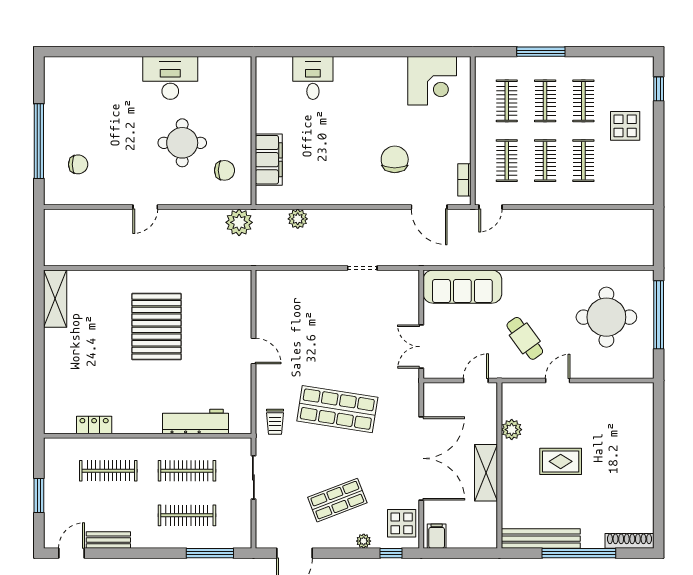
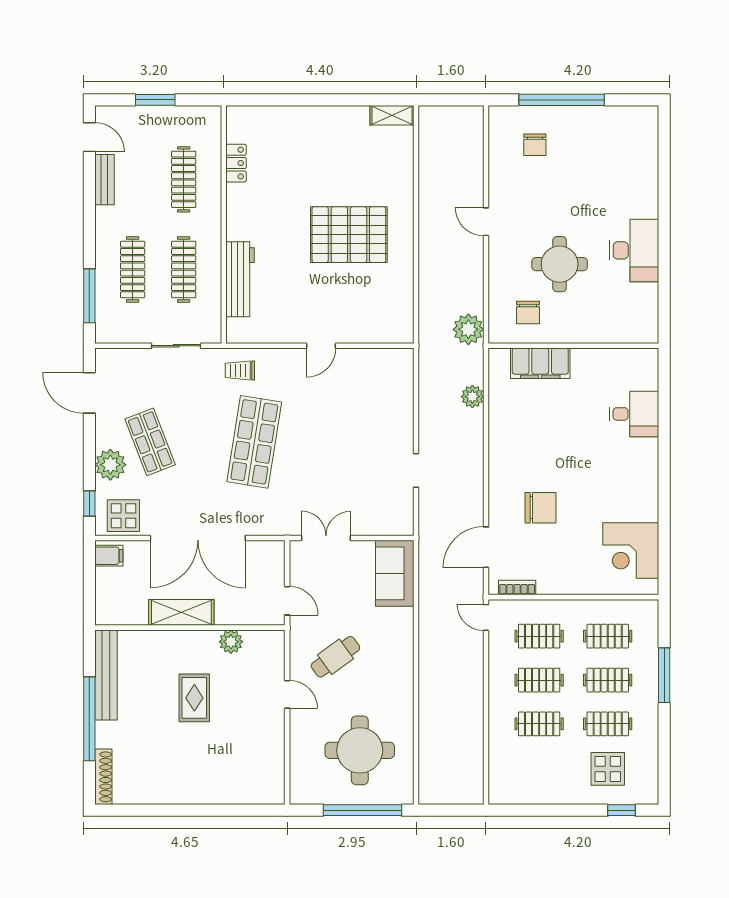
display table: (625, 126) -> (608, 769), moved
sofa: (462, 287) -> (395, 573), width x0.73
shelving: (55, 299) -> (392, 115), width x0.67, depth x0.75
plant: (364, 541) -> (110, 465), width x1.87, depth x1.87

